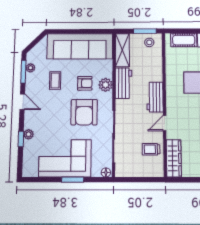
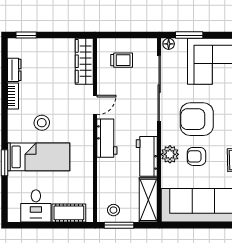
armchair: (84, 112) -> (197, 119), turned -90
trolley: (151, 149) -> (122, 60), moved
window: (73, 180) -> (189, 35), moved

